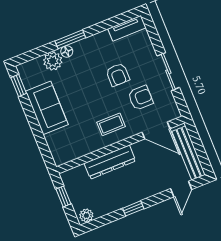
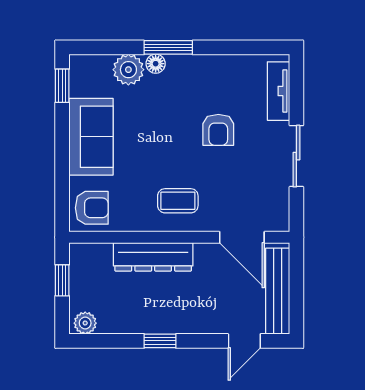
tv unit: (127, 28) -> (278, 91), moved, turned 90
armchair: (141, 98) -> (92, 208), moved

